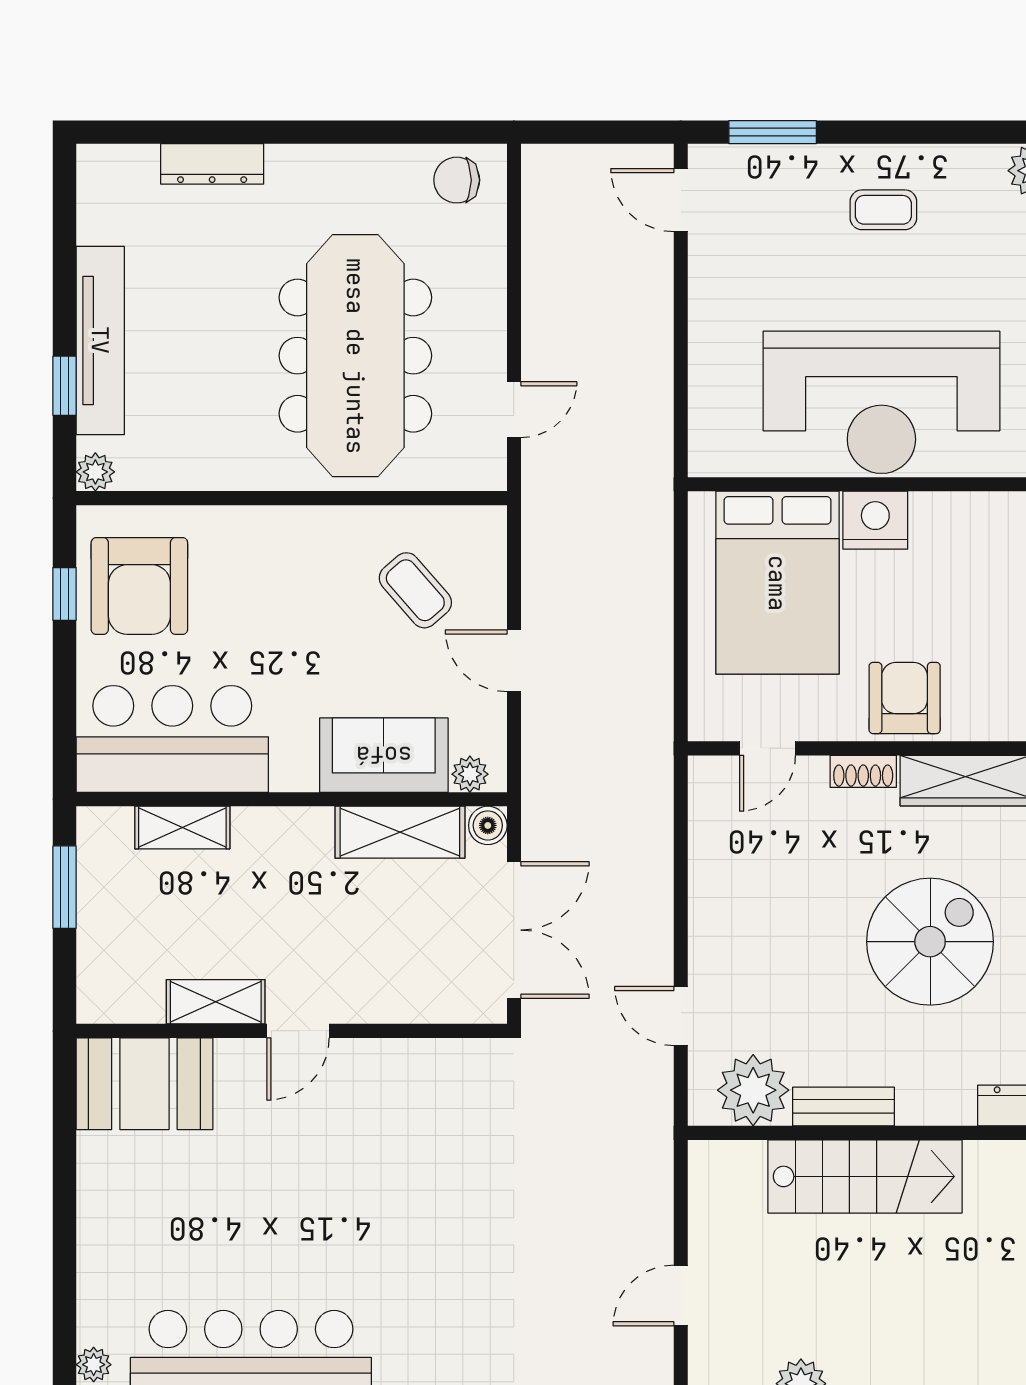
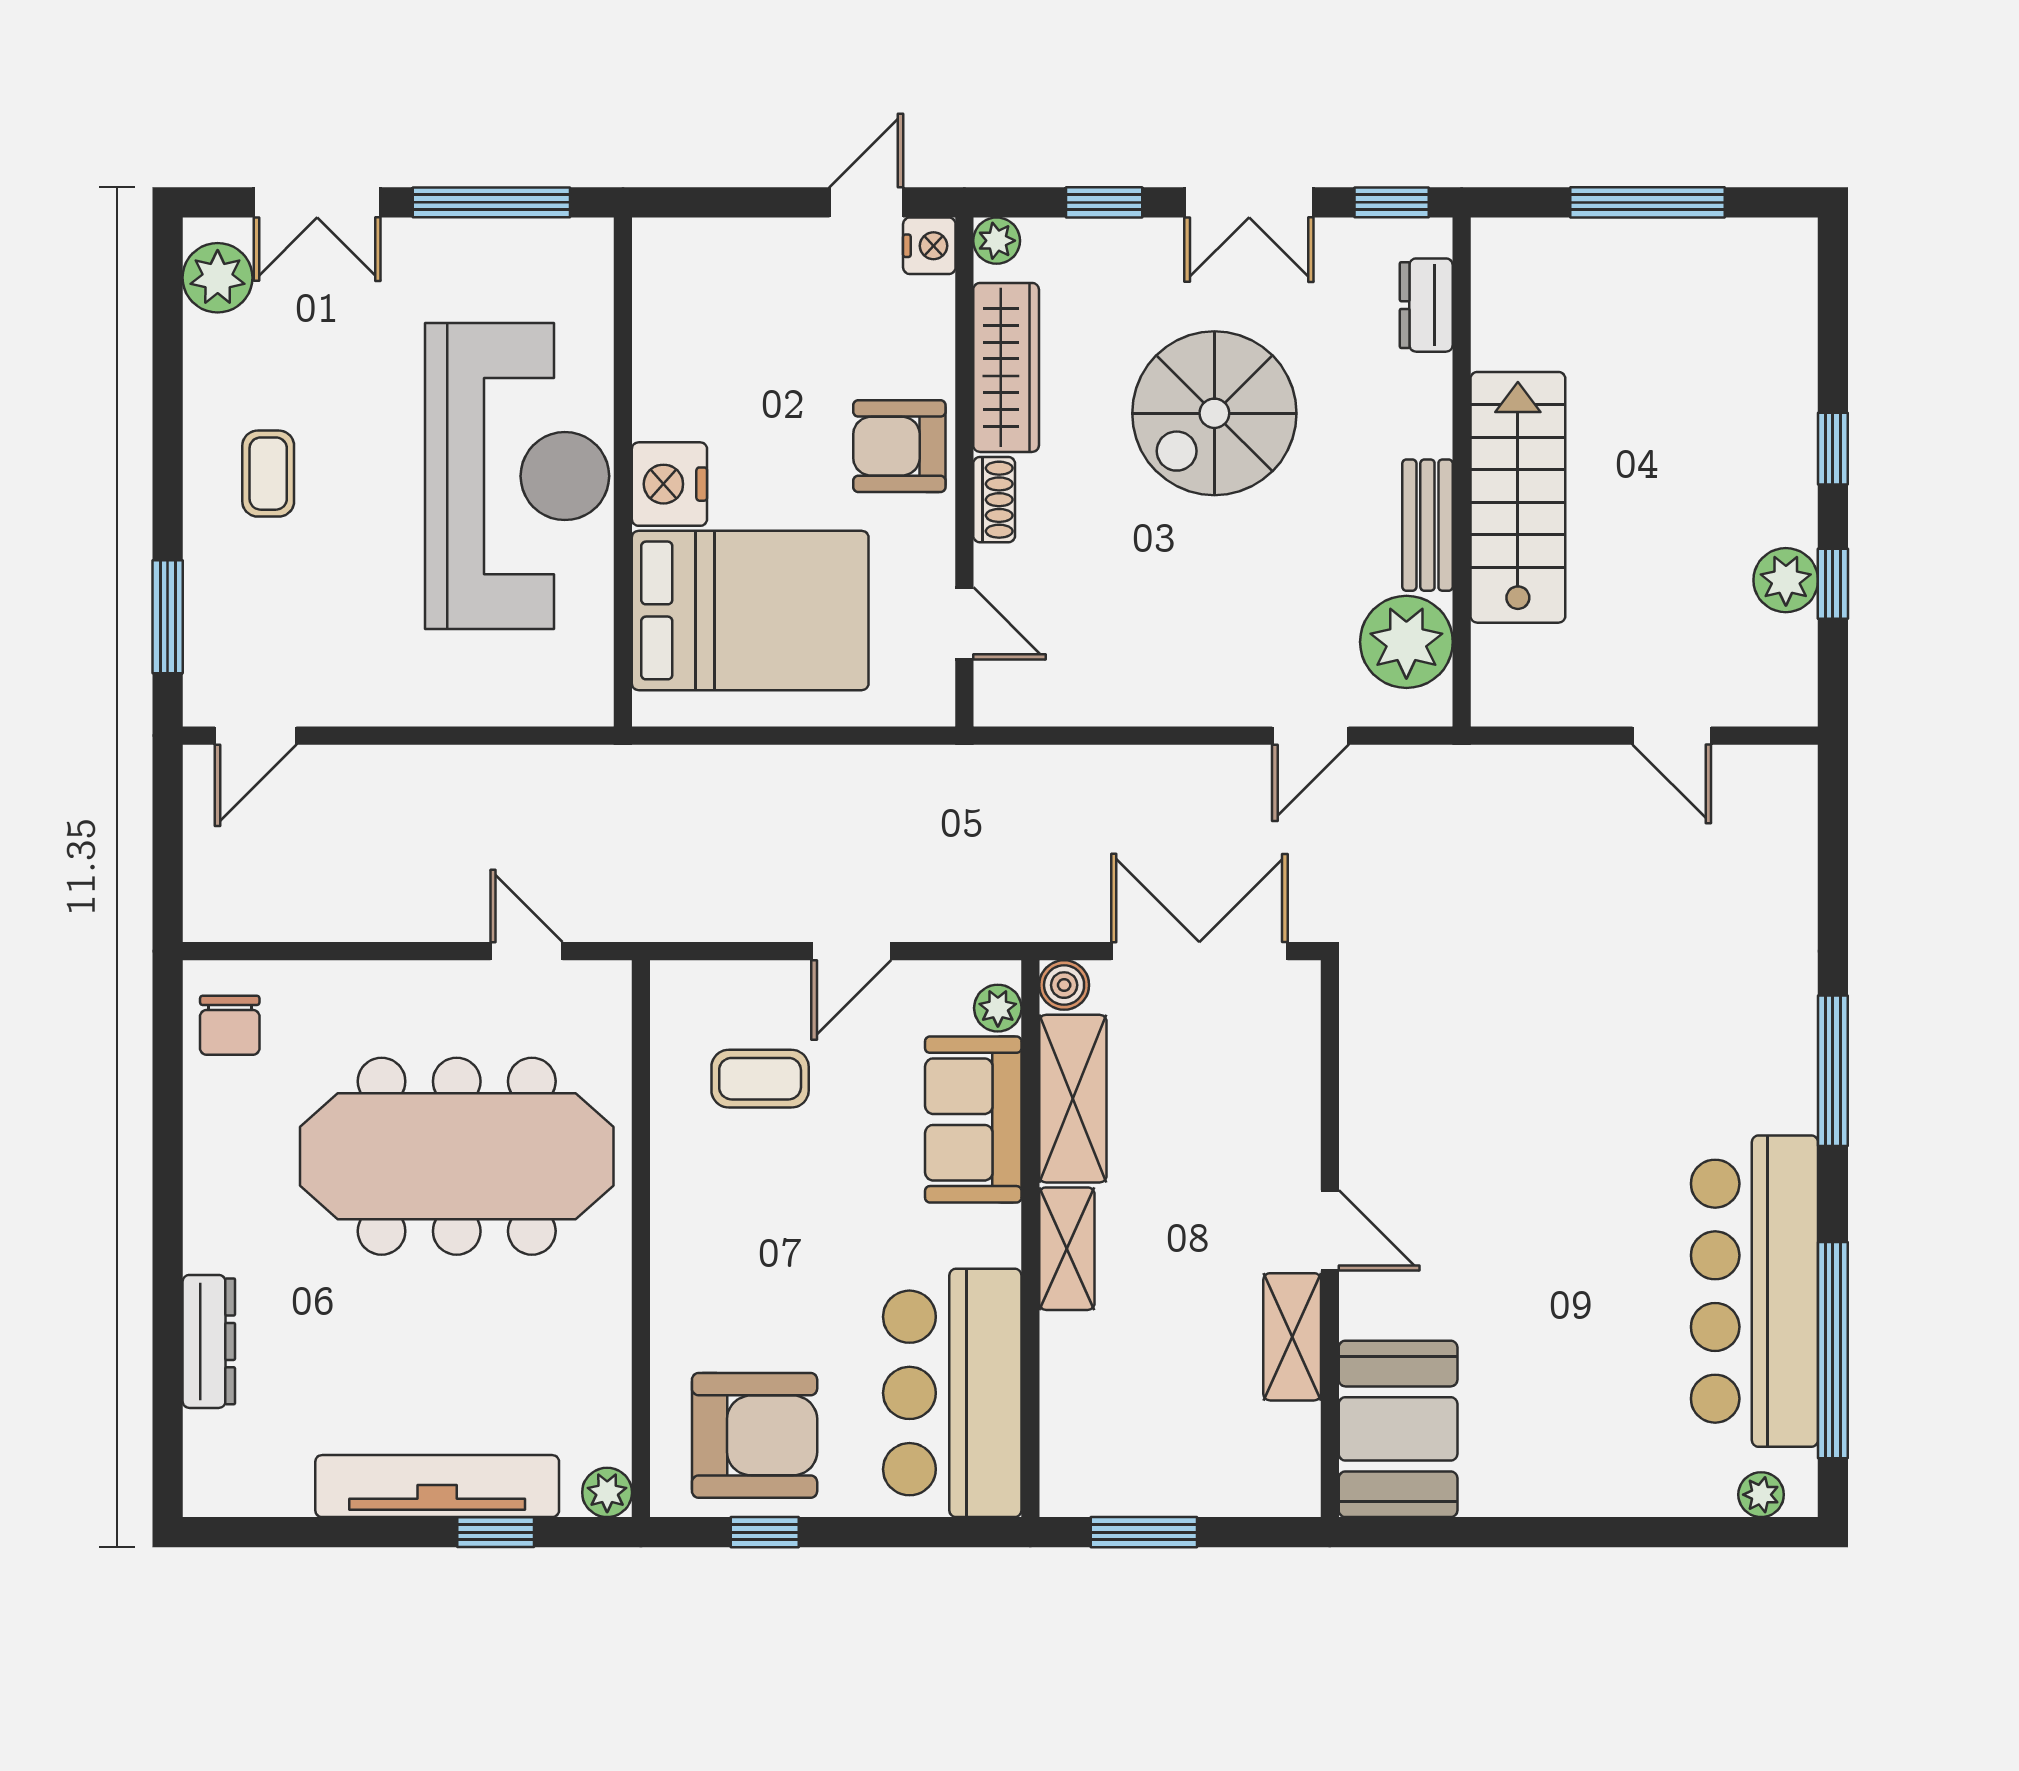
coffee table: (415, 590) -> (760, 1079), turned 41
shelving: (182, 828) -> (1067, 1249), moved
spiral stairs: (930, 942) -> (1214, 413), turned -90

